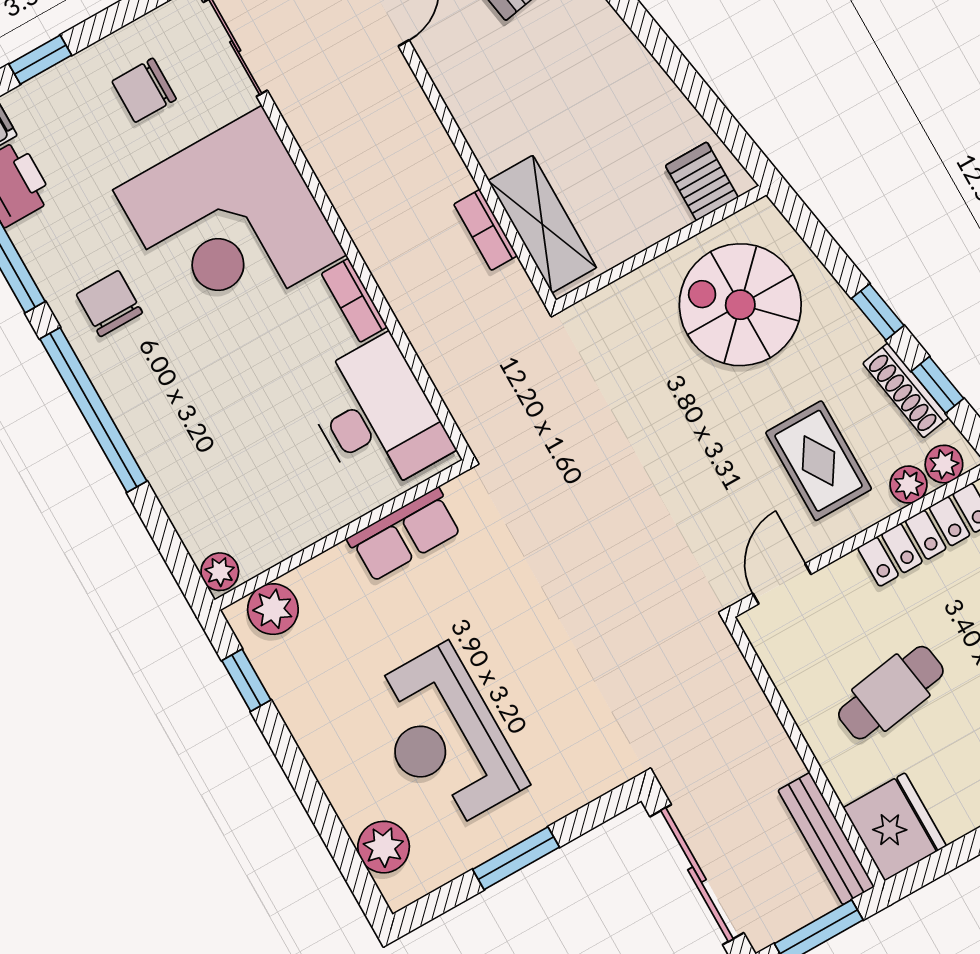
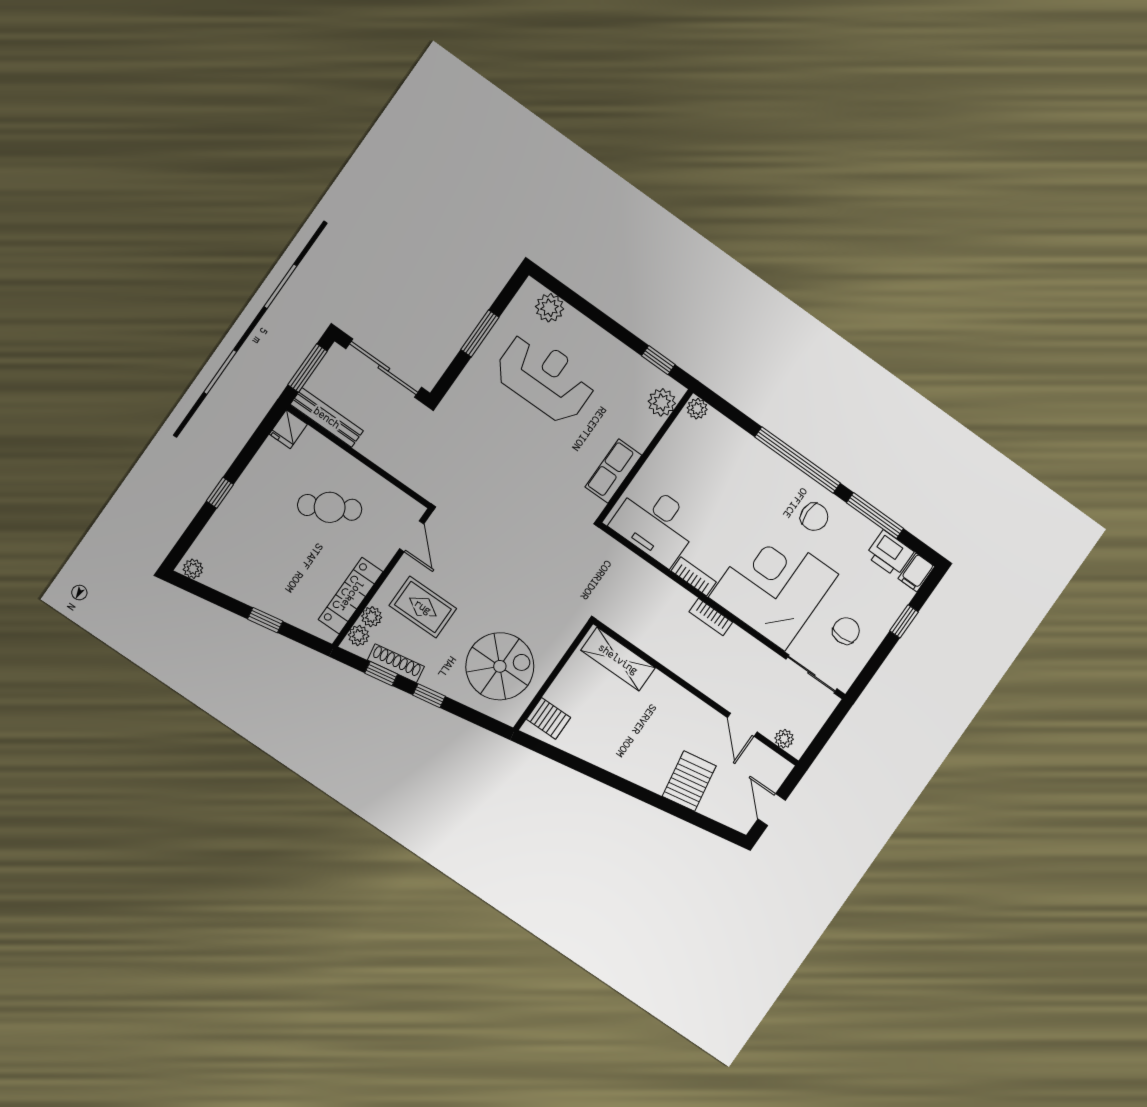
bookcase: (485, 230) -> (711, 617), moved, turned 180
cafe table: (891, 693) -> (330, 507), turned 70
fridge: (895, 827) -> (288, 429), width x0.53, depth x0.75

